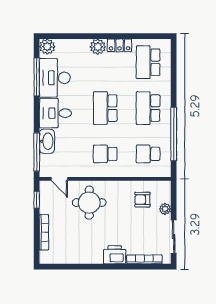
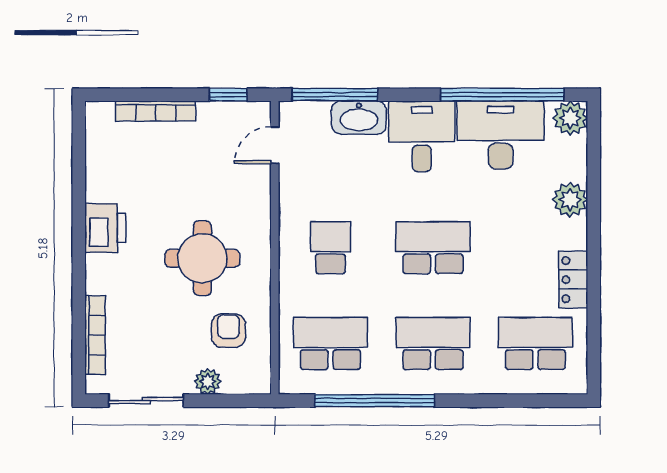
plant: (98, 47) -> (570, 200), moved
window: (37, 77) -> (502, 95), width x1.46
school desk: (148, 154) -> (331, 343), width x1.85
round table: (89, 203) -> (202, 258), moved
printer: (115, 255) -> (105, 228), moved

